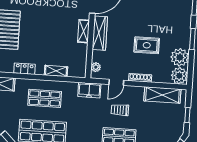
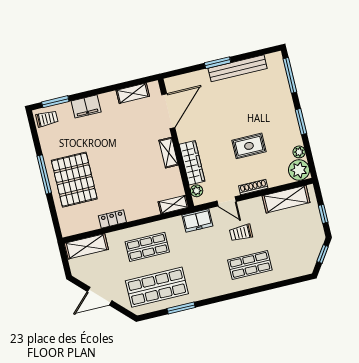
wardrobe: (100, 33) -> (192, 163), moved
plant: (180, 57) -> (299, 152), width x0.53, depth x0.53
shelving: (56, 71) -> (173, 205), moved
door: (116, 82) -> (227, 201), hinge flipped

